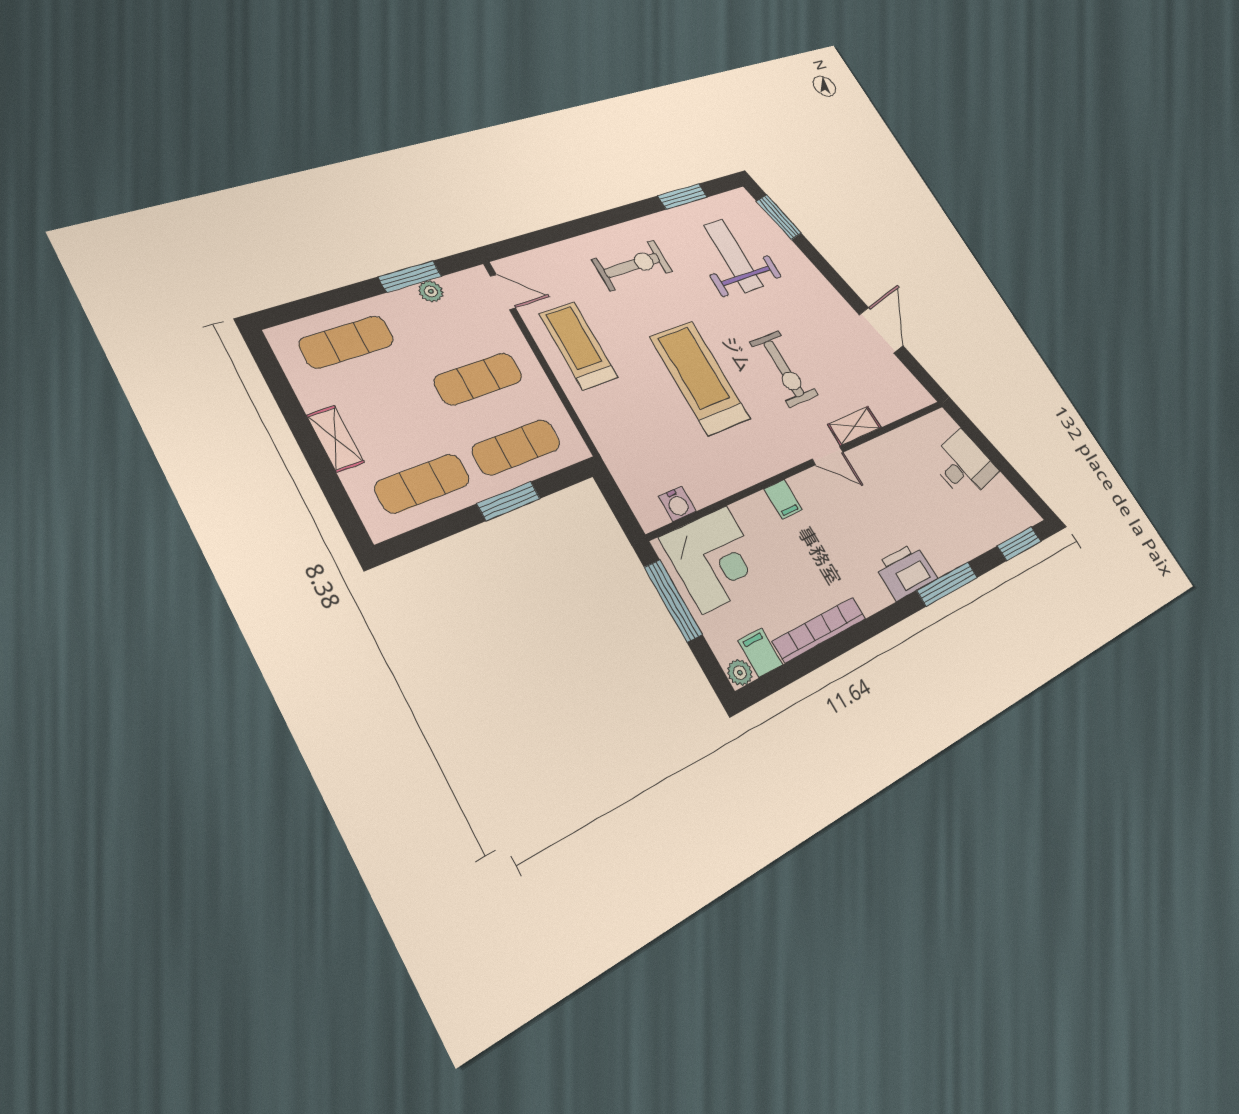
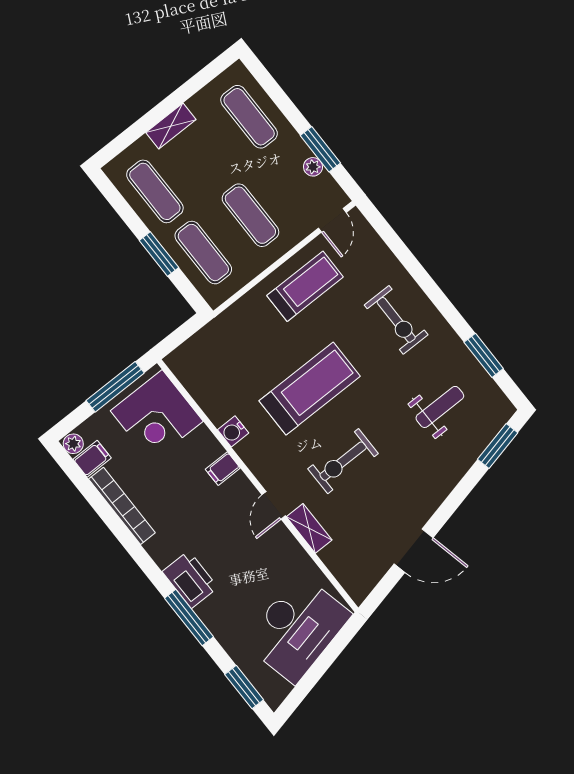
weight bench: (733, 256) -> (440, 407), width x0.73, depth x0.75
desk: (964, 465) -> (297, 628), width x1.87, depth x1.30
water cooler: (677, 504) -> (233, 431), moved

